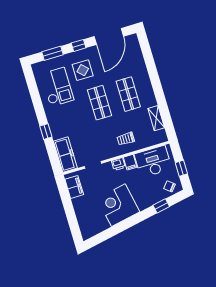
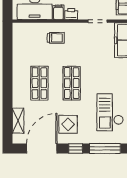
window: (53, 53) -> (105, 148), width x1.44
display table: (83, 70) -> (68, 124), moved
shelving: (156, 118) -> (18, 121), moved

